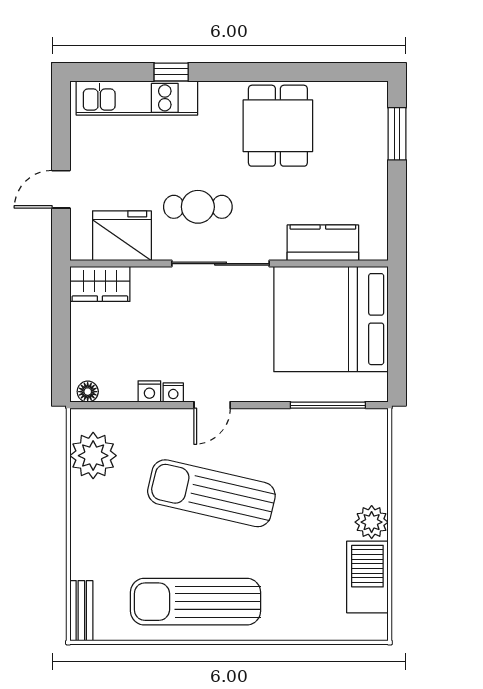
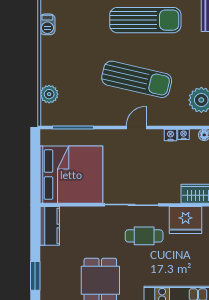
kitchen counter: (323, 243) -> (50, 226), moved, turned -90
nightstand: (173, 393) -> (184, 134), moved
plant: (372, 522) -> (49, 94), moved
barbecue: (367, 577) -> (47, 24), width x0.53, depth x0.65

